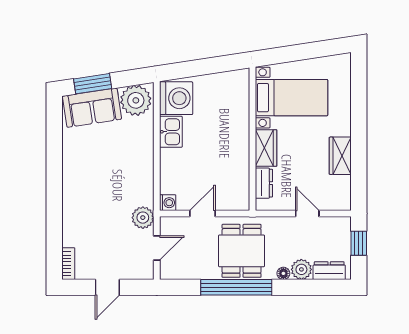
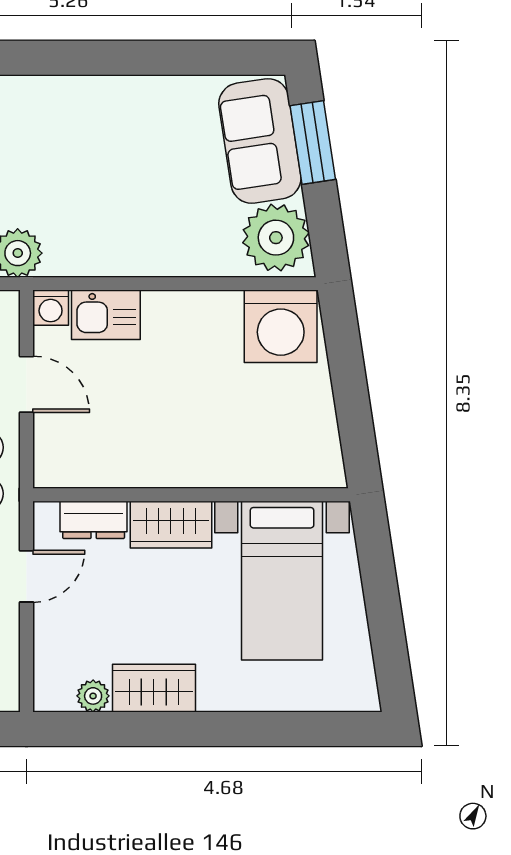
kitchen sink: (171, 132) -> (106, 315), moved
plant: (344, 183) -> (93, 696), added
door: (307, 214) -> (27, 576), moved

